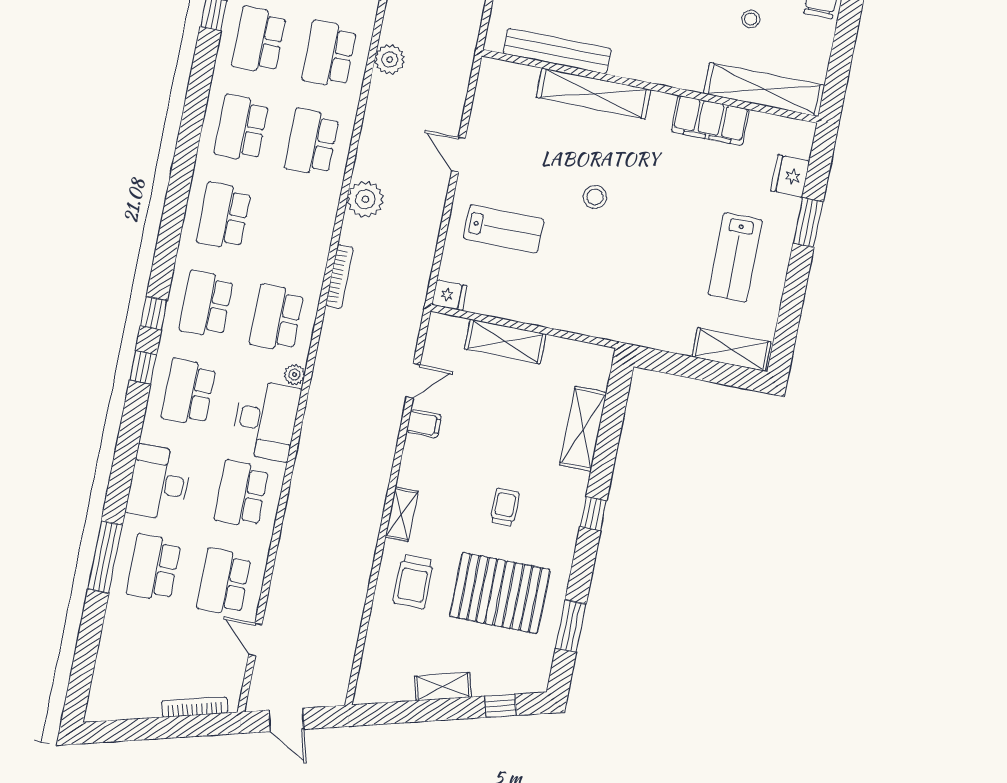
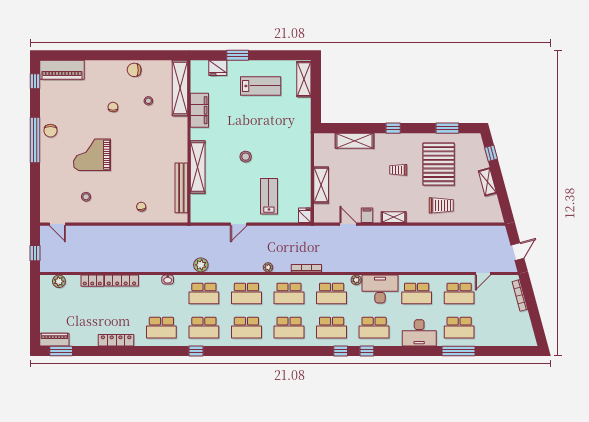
plant: (365, 199) -> (268, 267), width x0.53, depth x0.53
school desk: (294, 230) -> (289, 294), added
shelving: (402, 514) -> (394, 217), moved

